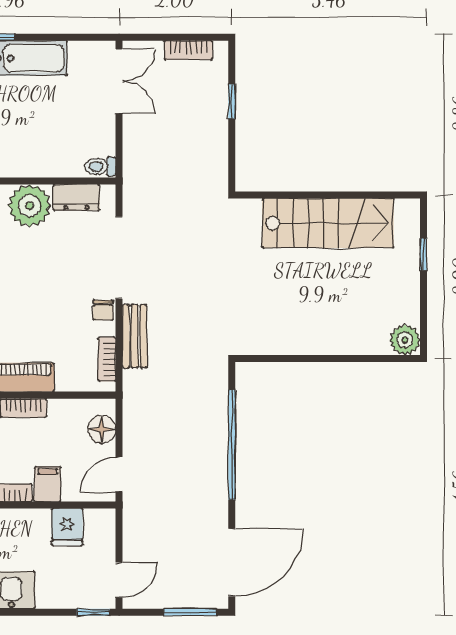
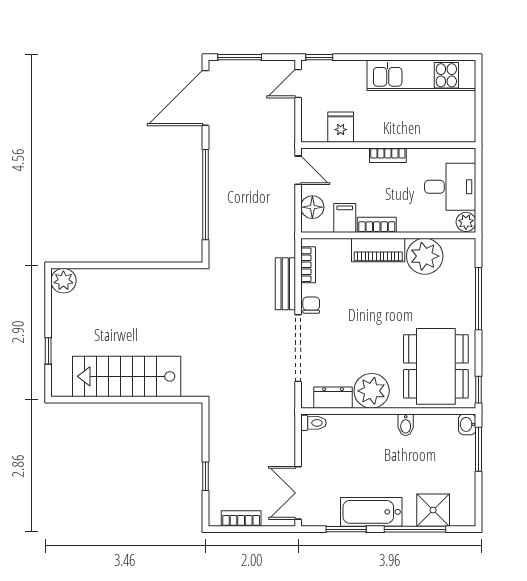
window: (61, 37) -> (346, 529), added
door: (119, 474) -> (298, 170), hinge flipped
filing cabinet: (48, 484) -> (345, 218), moved, turned 180

